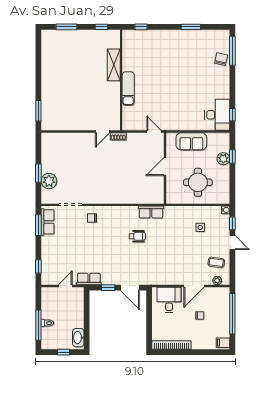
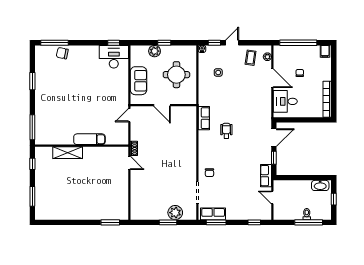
window: (141, 27) -> (32, 127), width x2.17
window: (232, 156) -> (164, 43), moved

